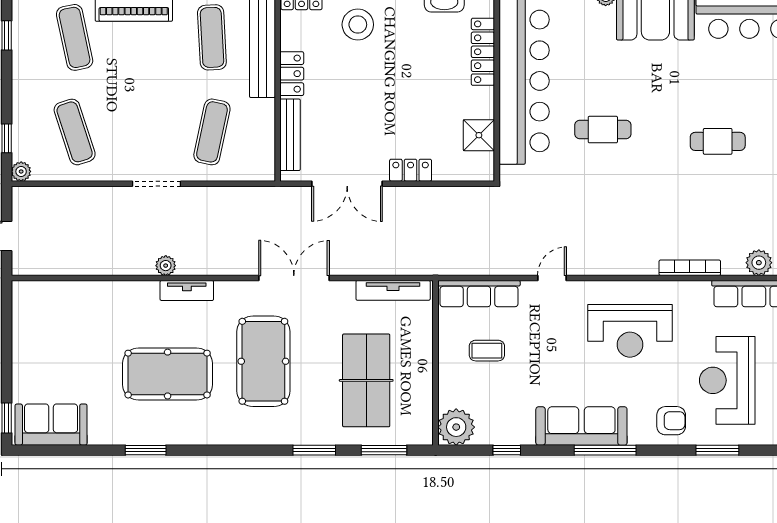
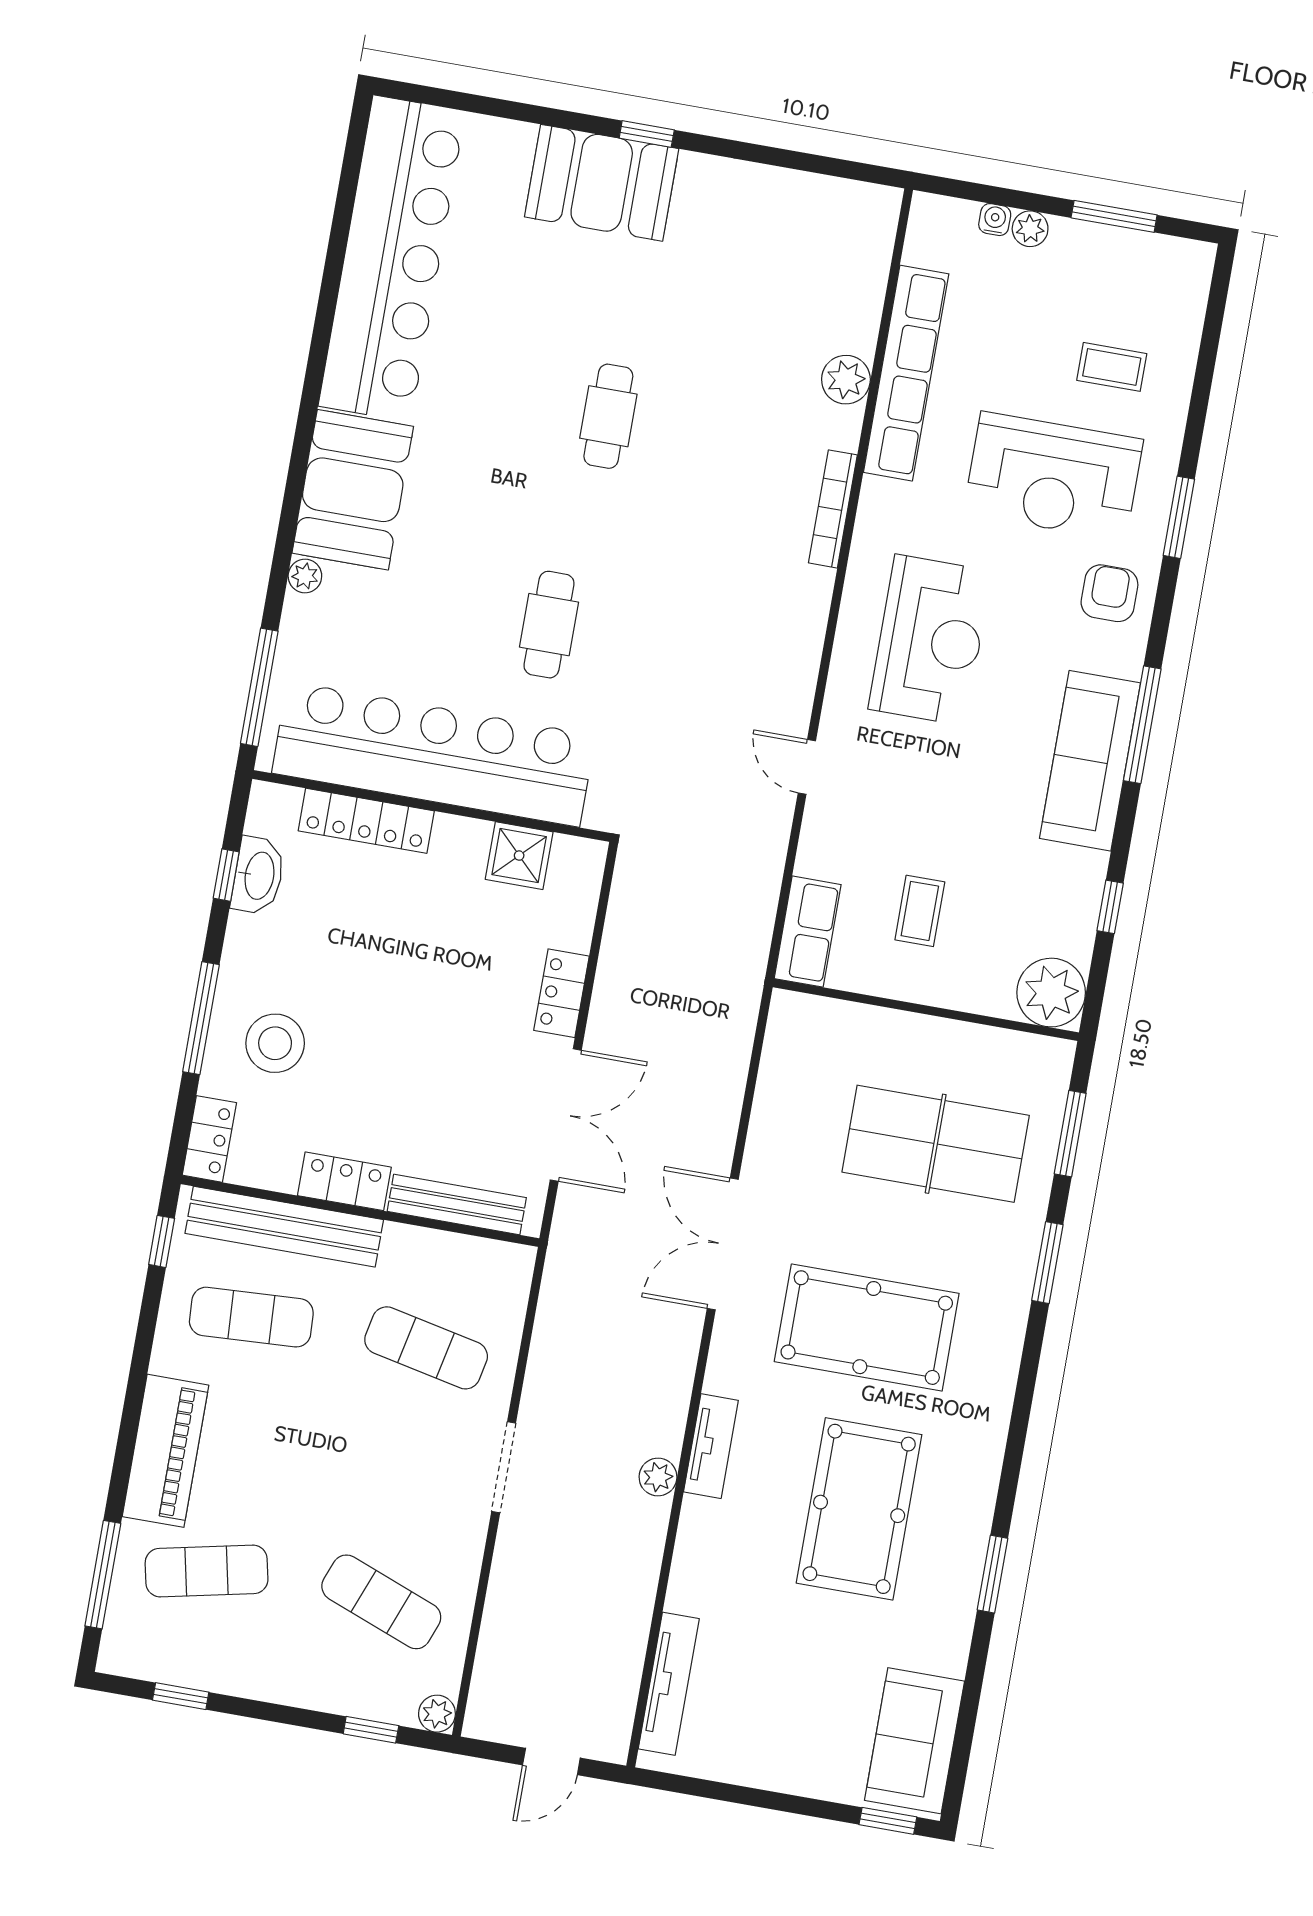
exercise mat: (75, 132) -> (381, 1602), turned 39
tv unit: (393, 290) -> (669, 1684), moved
row of seats: (479, 294) -> (808, 932), width x0.68

